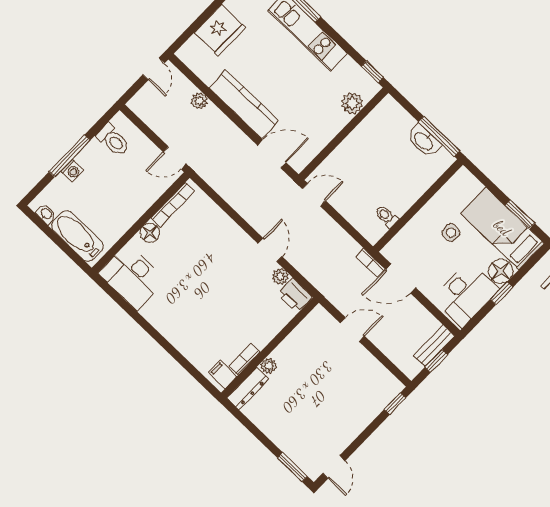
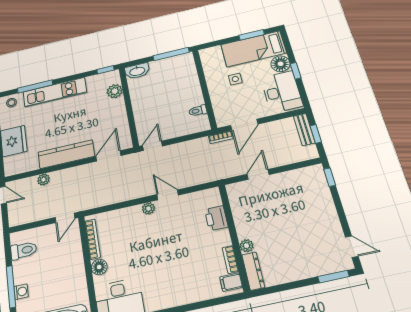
washbasin: (424, 141) -> (137, 71), moved
plant: (280, 277) -> (148, 208), moved
printer: (295, 296) -> (216, 218), moved, turned 90

